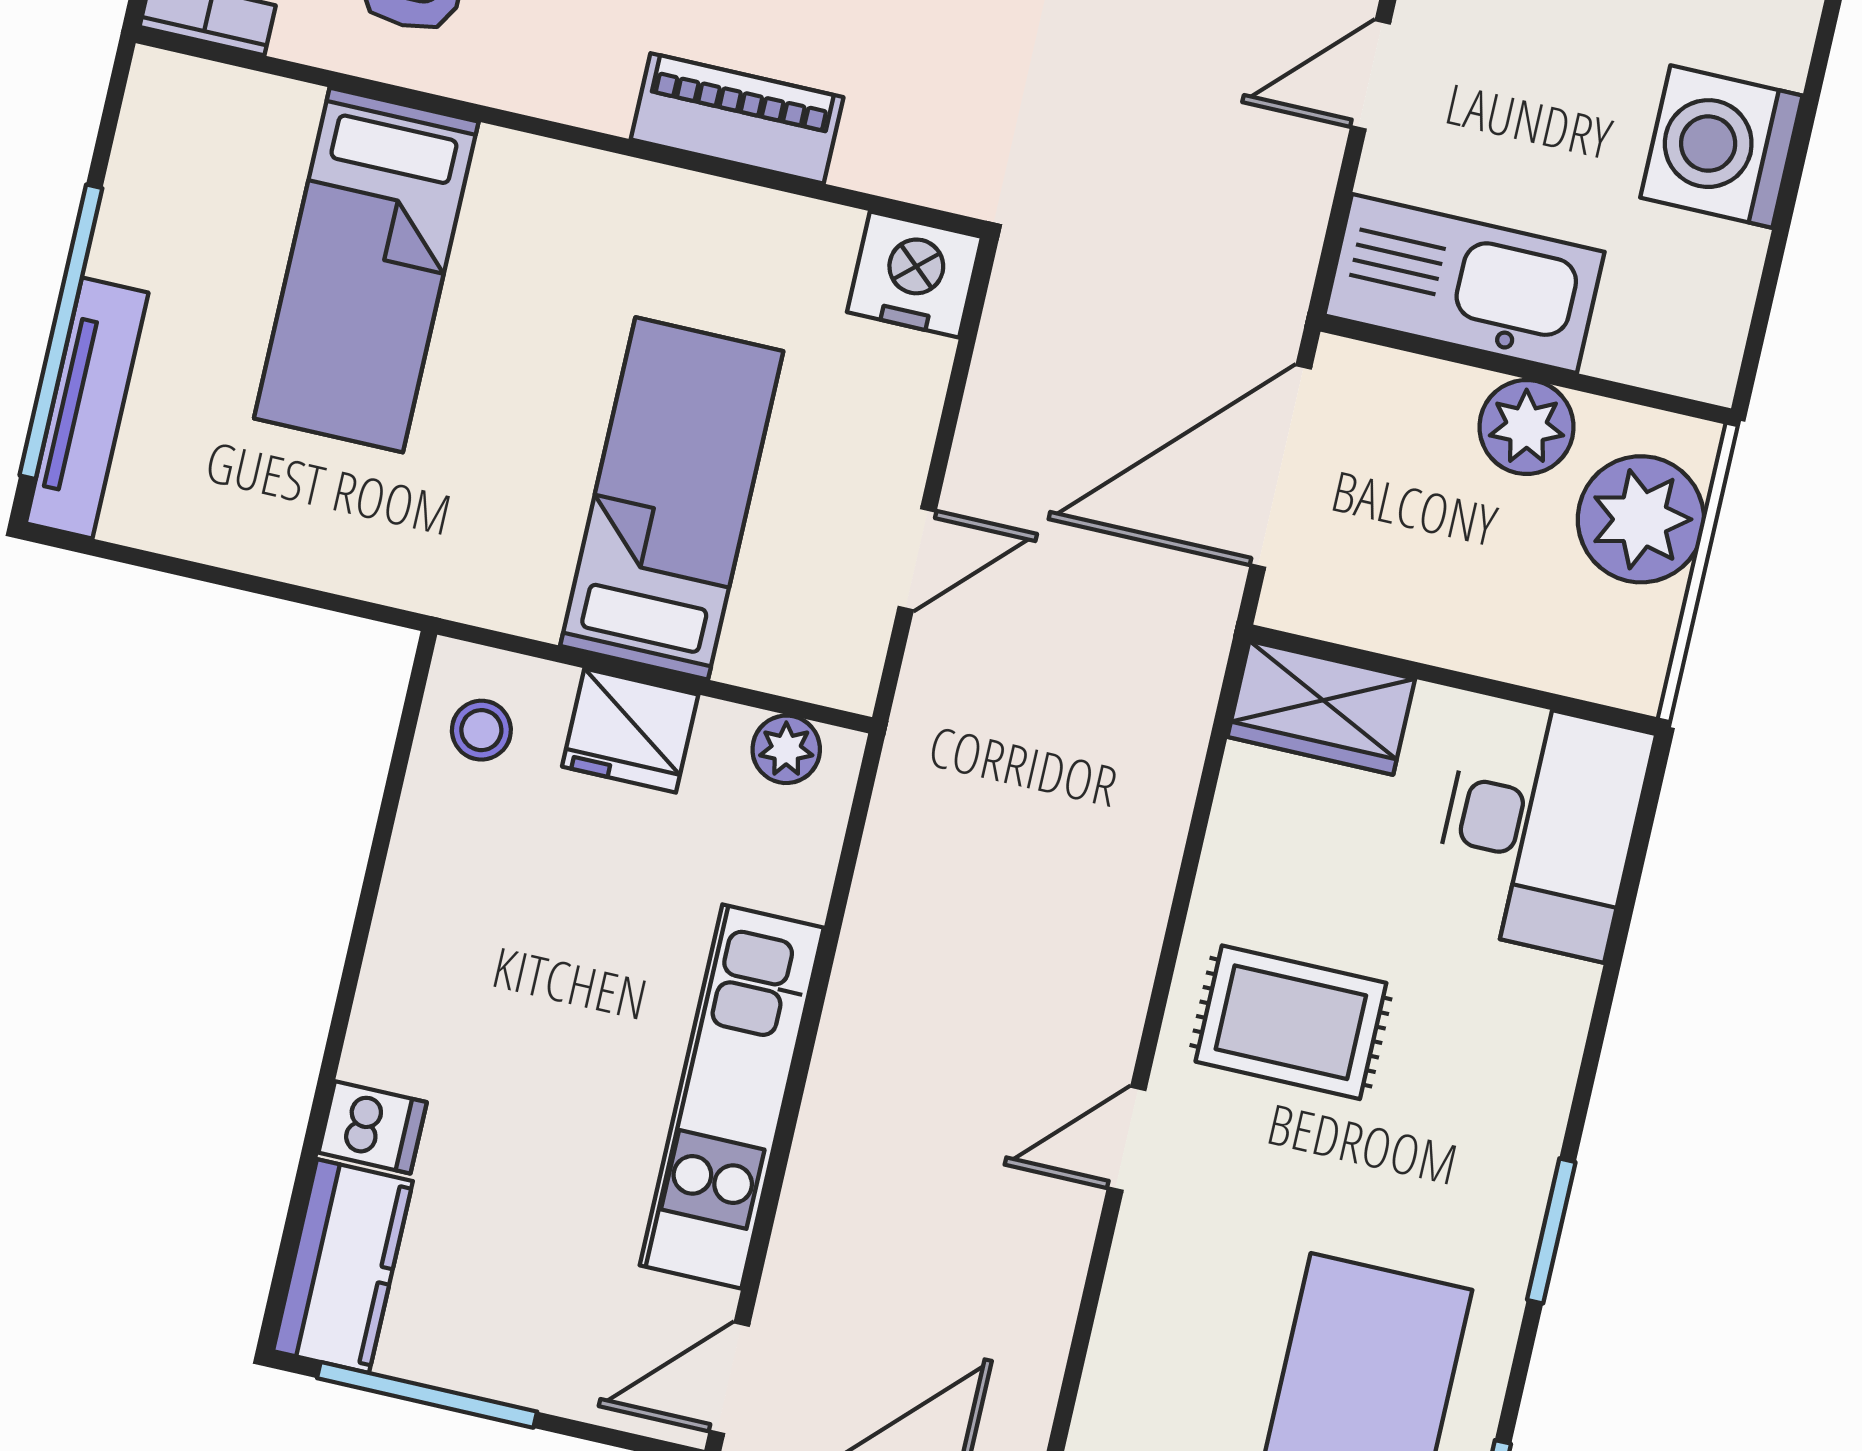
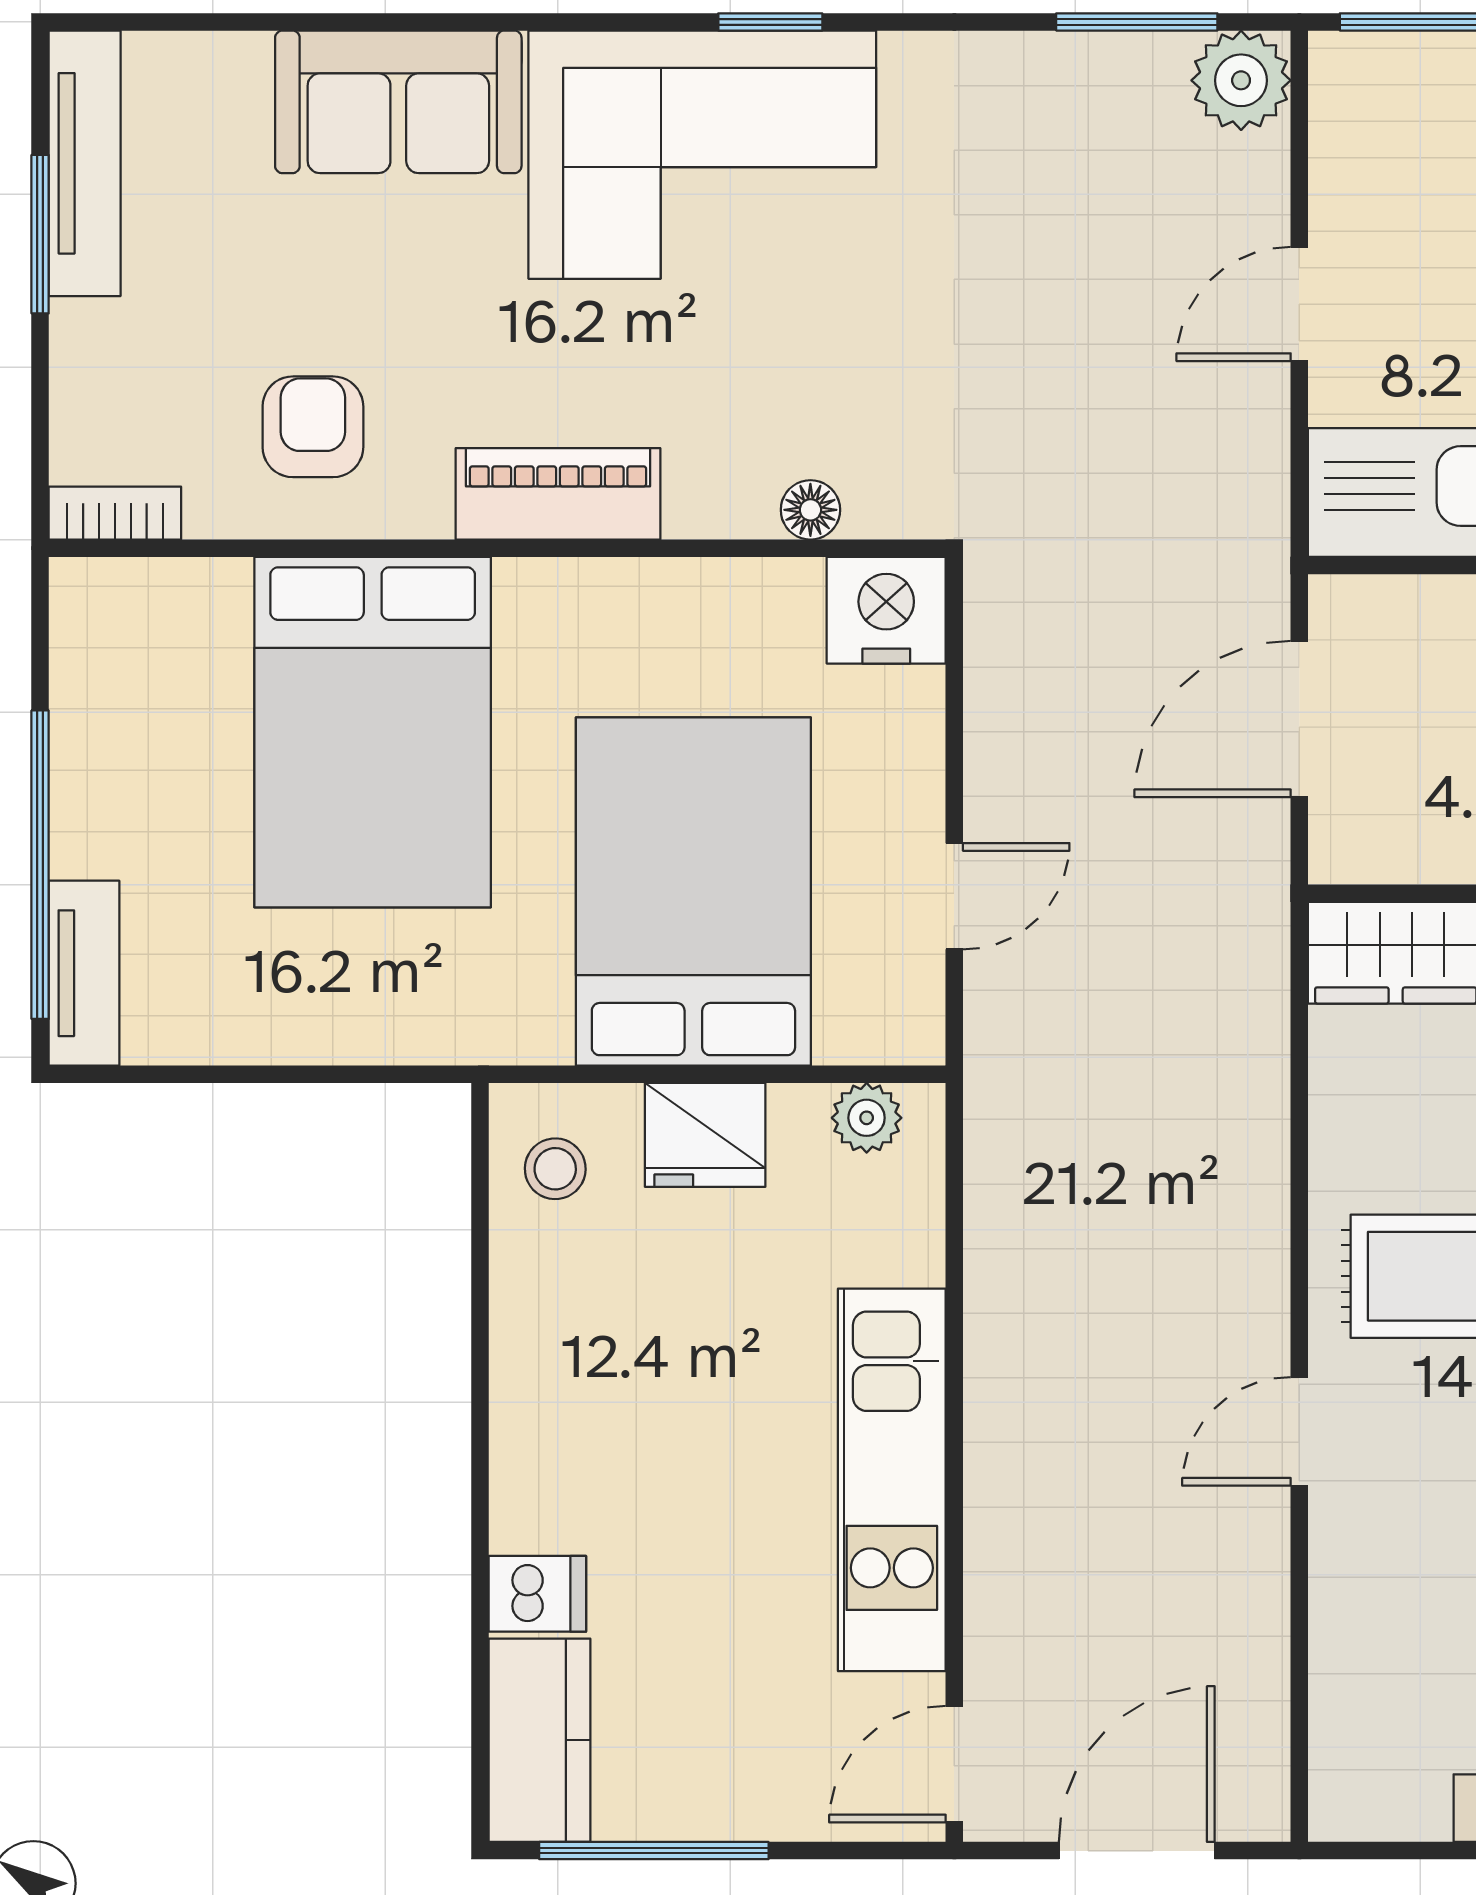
piano: (737, 118) -> (558, 494), moved
floor lamp: (865, 163) -> (810, 510), added
bed: (366, 270) -> (373, 732), width x1.50
tv unit: (87, 408) -> (84, 973), width x0.71
door: (1281, 467) -> (1299, 719), width x0.73
bed: (672, 498) -> (693, 892), width x1.50

